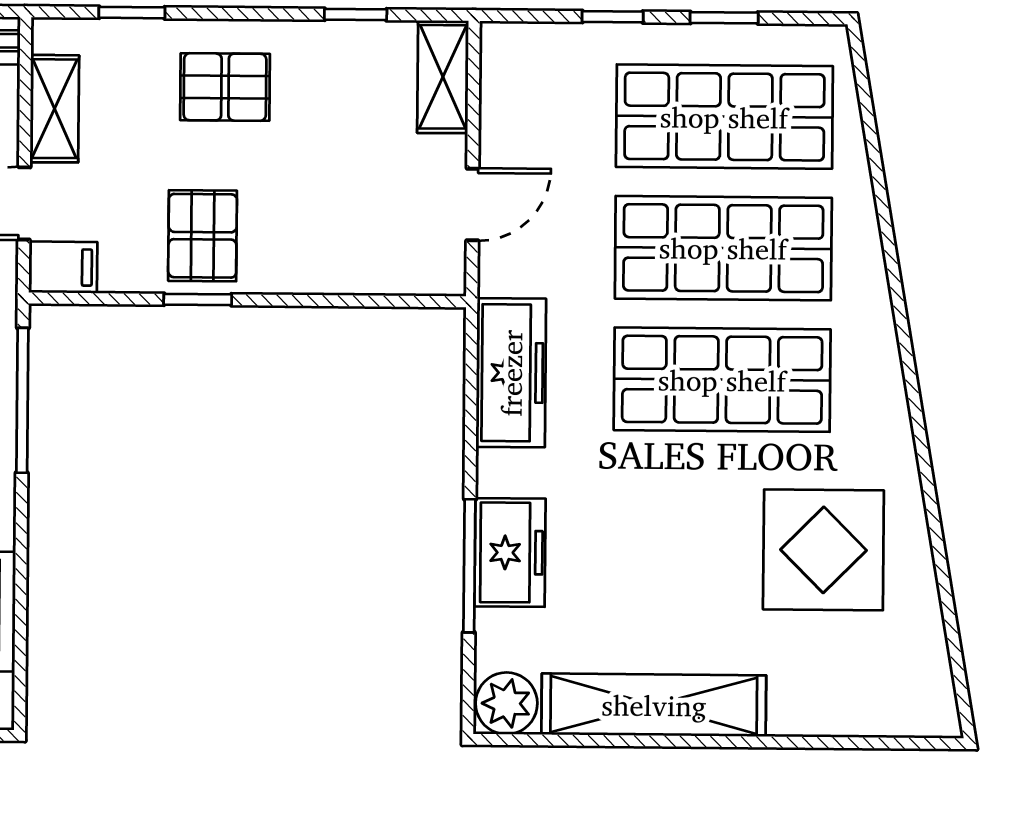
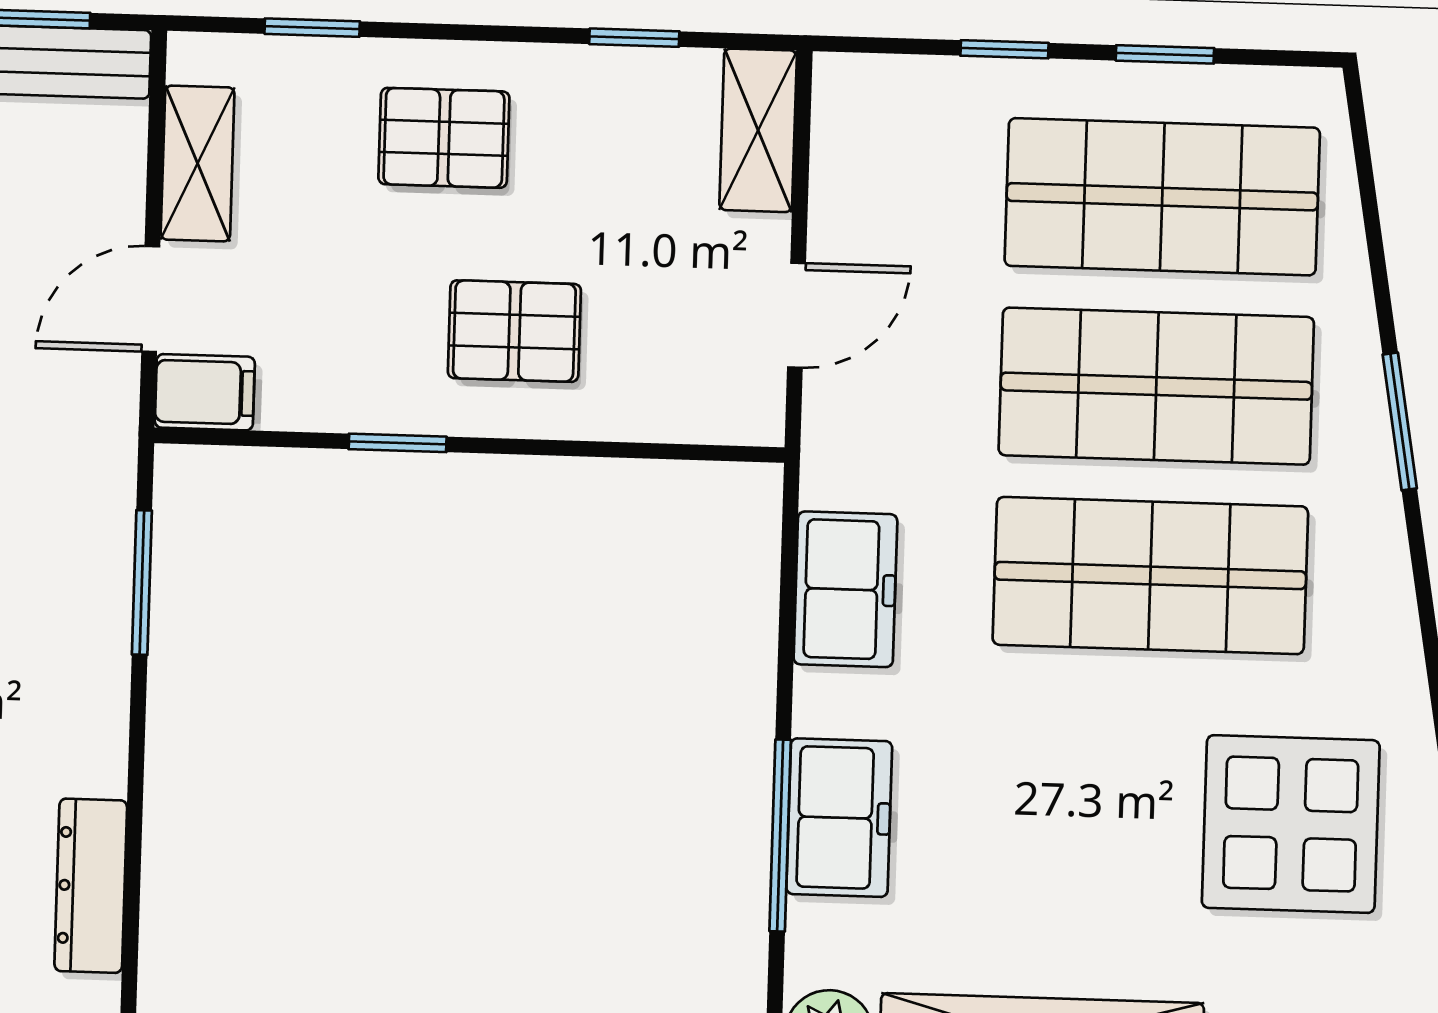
pallet: (203, 236) -> (514, 331), moved, turned 90
window: (893, 269) -> (1400, 421), added
freezer: (511, 373) -> (845, 589), width x0.71
window: (22, 400) -> (142, 582), width x0.69

